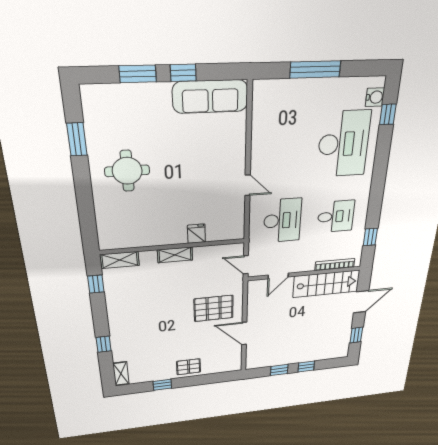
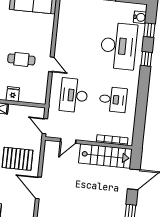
cafe table: (203, 186) -> (21, 59), added
desk: (282, 220) -> (74, 95), turned 180
window: (370, 237) -> (146, 59), moved

